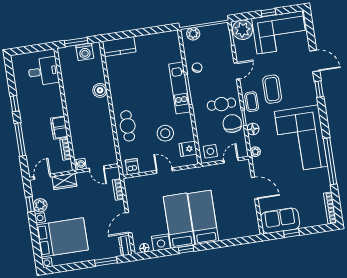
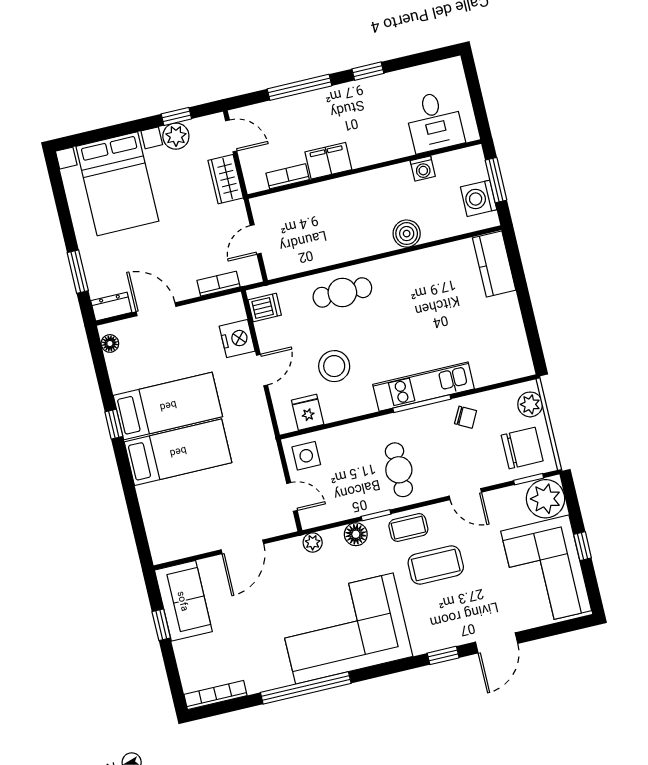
chair: (232, 124) -> (522, 448), moved
washing machine: (80, 164) -> (423, 169), moved
nightstand: (161, 242) -> (237, 339), moved, turned 180

